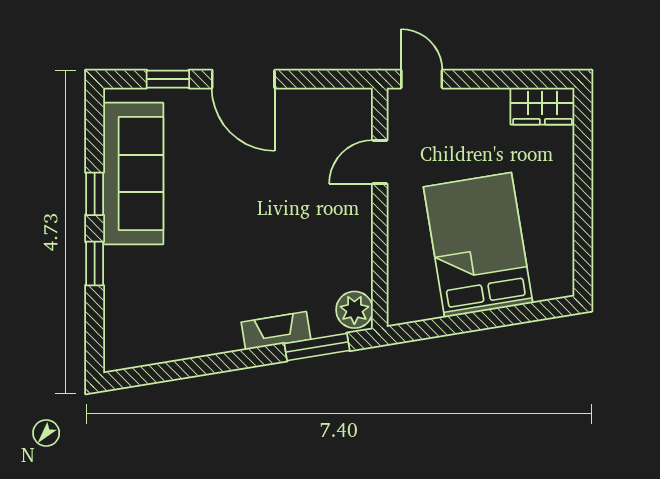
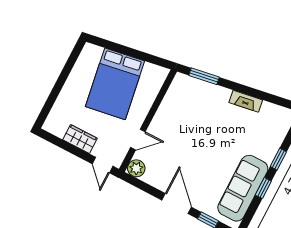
wardrobe: (542, 106) -> (80, 139), moved
plant: (354, 310) -> (136, 168), moved
fireplace: (276, 331) -> (246, 101), moved

